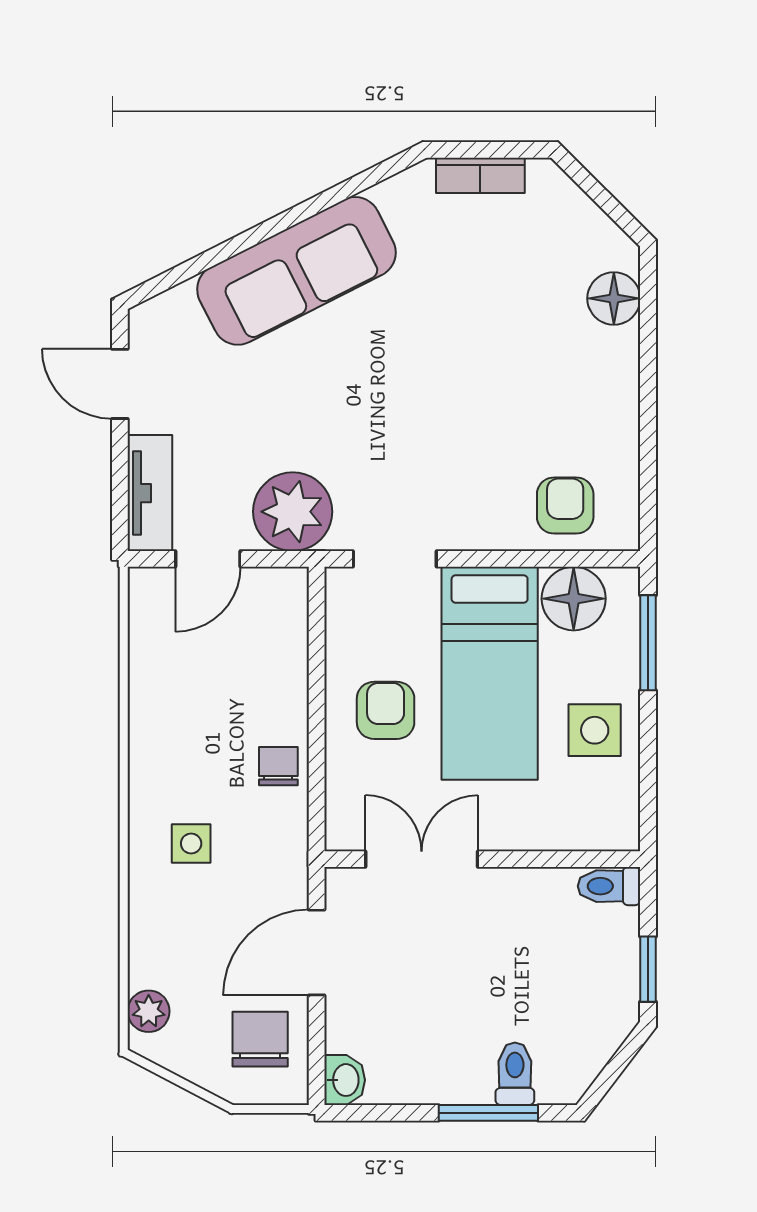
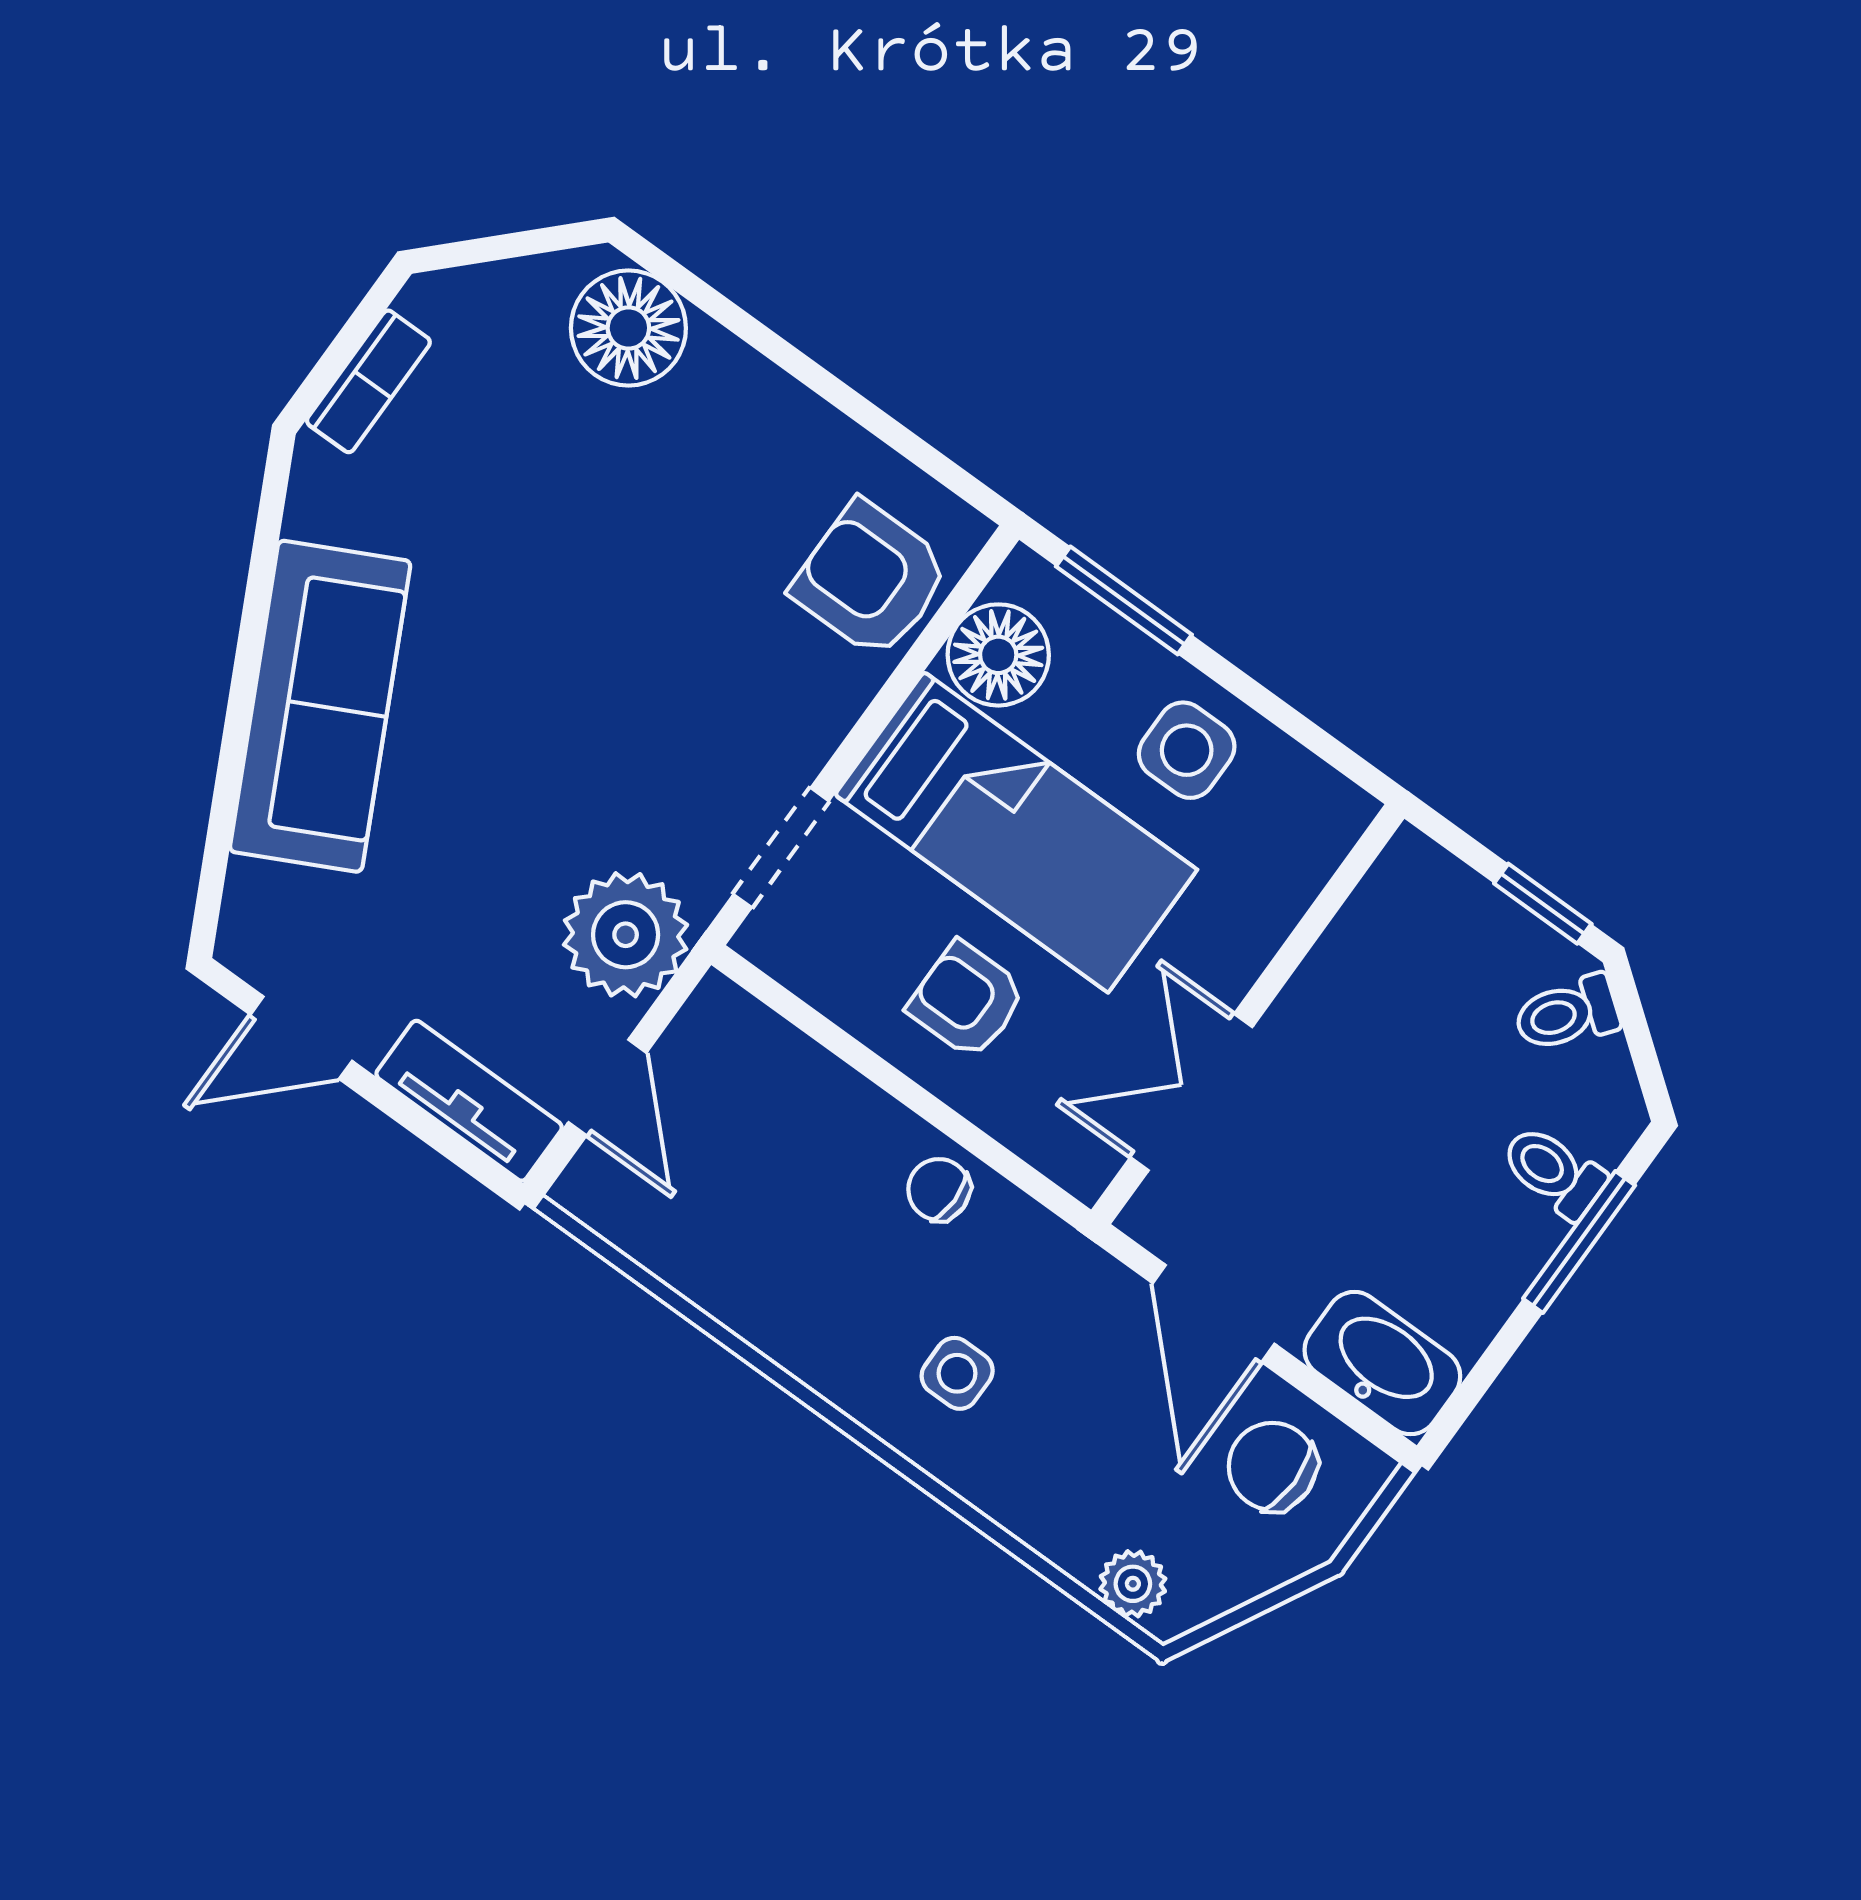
floor lamp: (614, 298) -> (628, 328), width x1.38, depth x1.38
armchair: (565, 506) -> (871, 579), width x1.38, depth x1.38
toilet: (609, 886) -> (1567, 1014), moved, turned 37
washbasin: (345, 1080) -> (1382, 1363), width x1.91, depth x1.45

